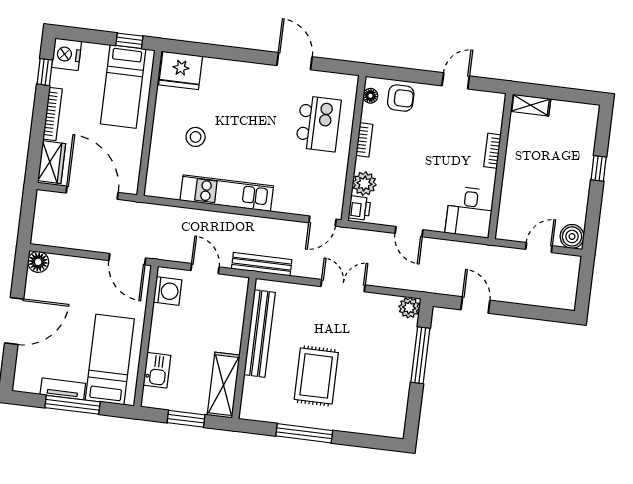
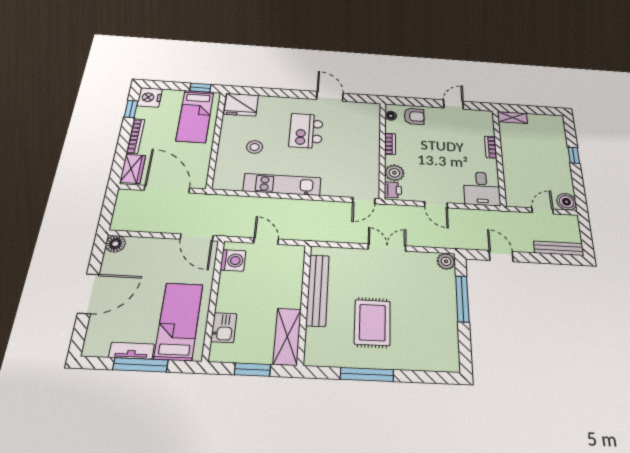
kitchen island: (318, 124) -> (306, 131), moved, turned 180
bench: (262, 264) -> (559, 248), moved

